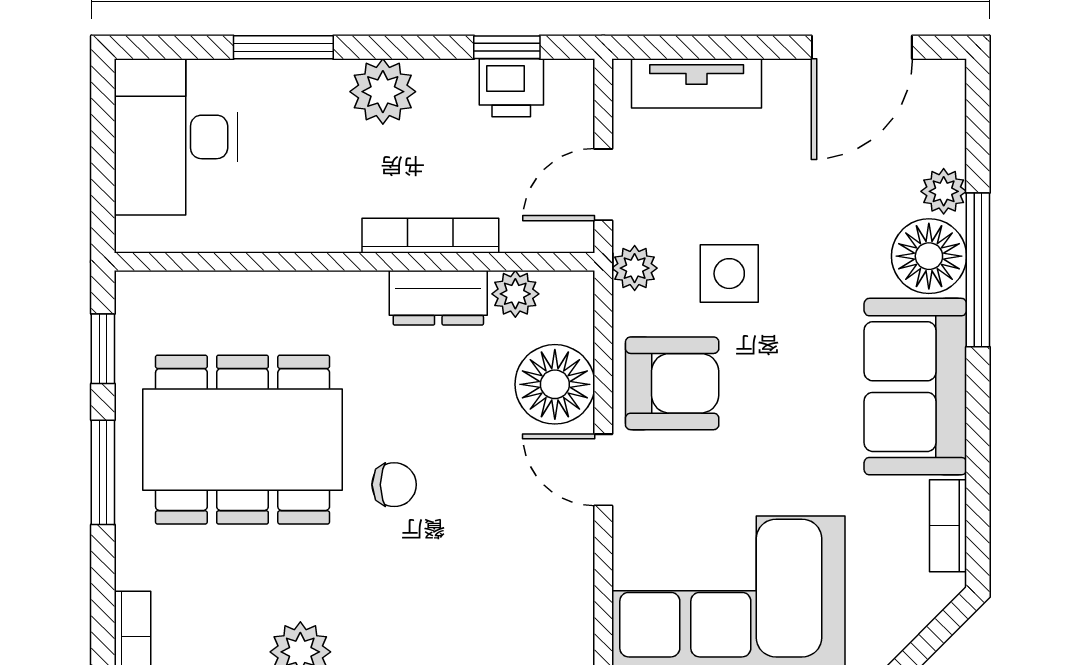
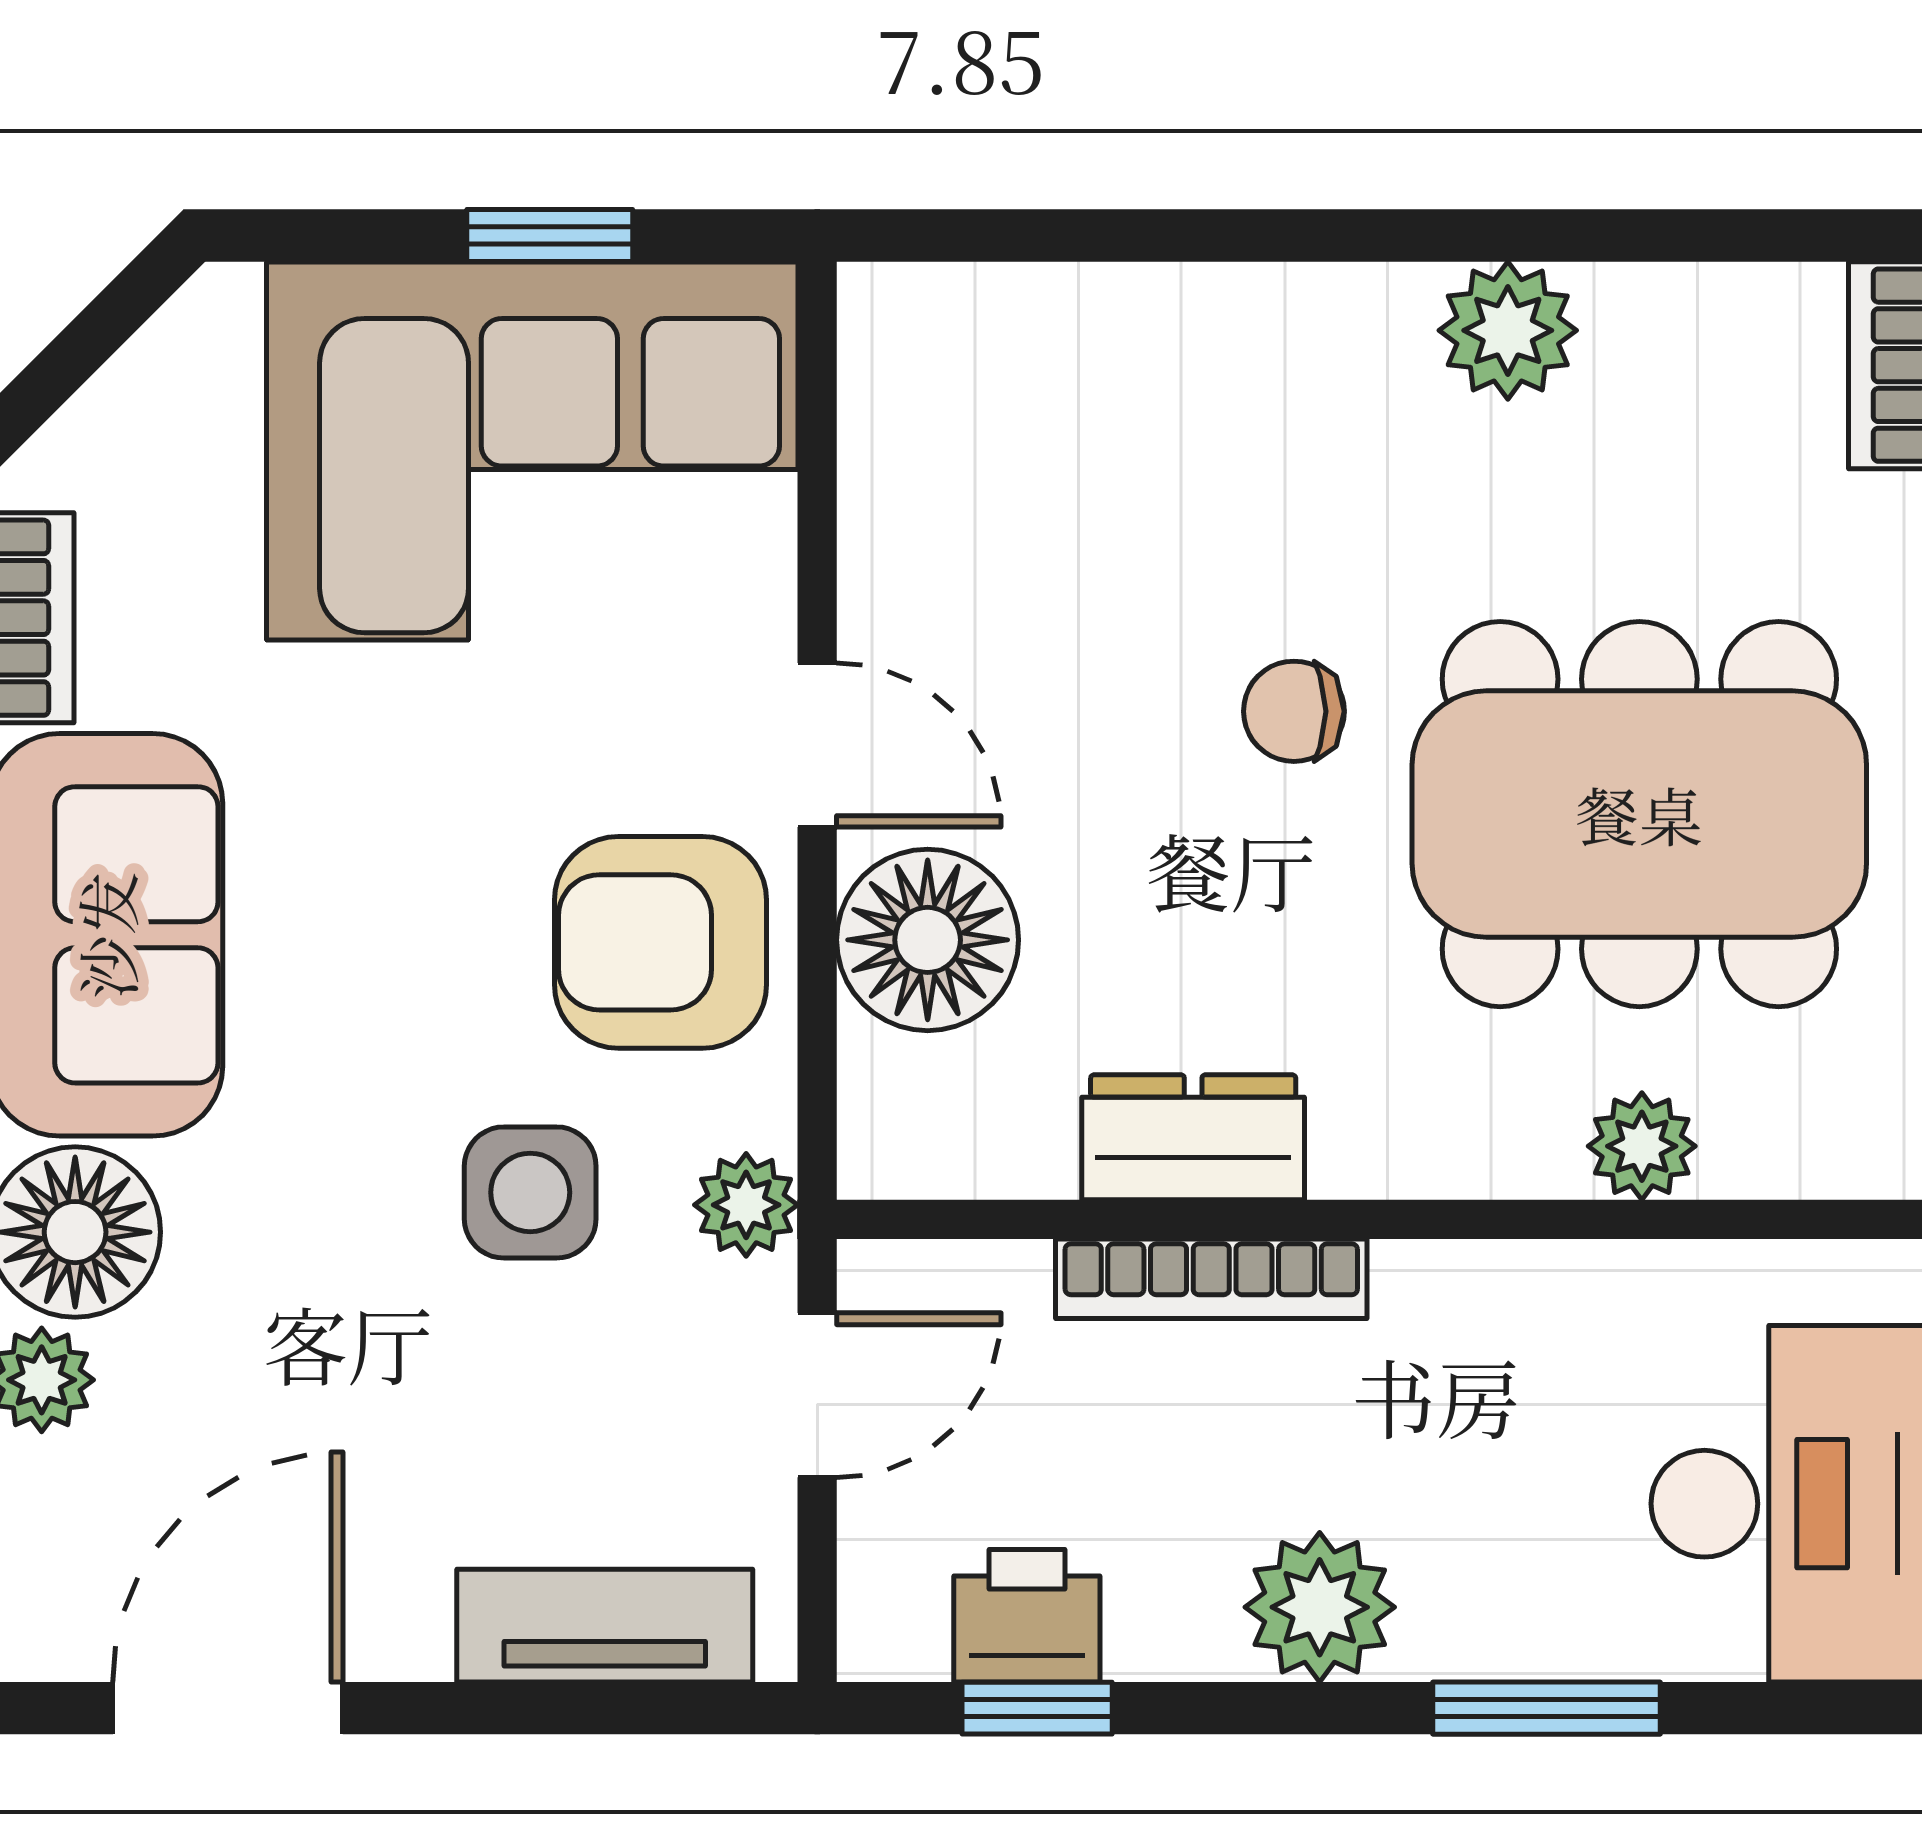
plant: (515, 294) -> (1642, 1146), moved

